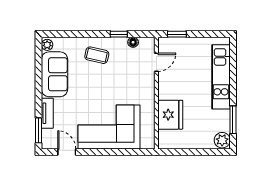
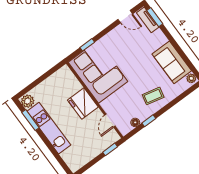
kitchen unit: (221, 77) -> (49, 128), moved
tv unit: (47, 113) -> (148, 20), moved
fridge: (170, 115) -> (83, 103), moved
corner sofa: (109, 127) -> (98, 72), moved, turned -90
window: (124, 152) -> (87, 45), added

